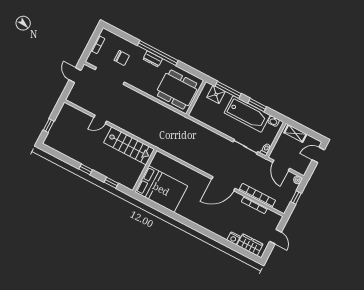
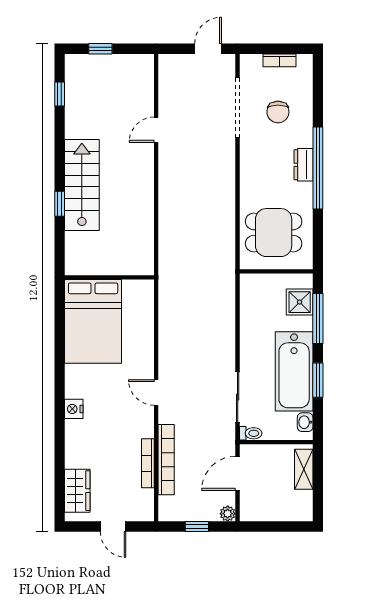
dining table: (177, 90) -> (274, 233), width x0.73
door: (100, 119) -> (156, 130), hinge flipped
stairs: (129, 146) -> (82, 185), moved, turned 180
door: (318, 155) -> (288, 526), removed
window: (86, 169) -> (60, 94), moved
wall: (145, 170) -> (109, 277), moved
door: (223, 184) -> (156, 393), width x0.53
bed: (161, 189) -> (93, 321), moved
door: (275, 237) -> (113, 526), hinge flipped
nightstand: (234, 238) -> (74, 409), moved

